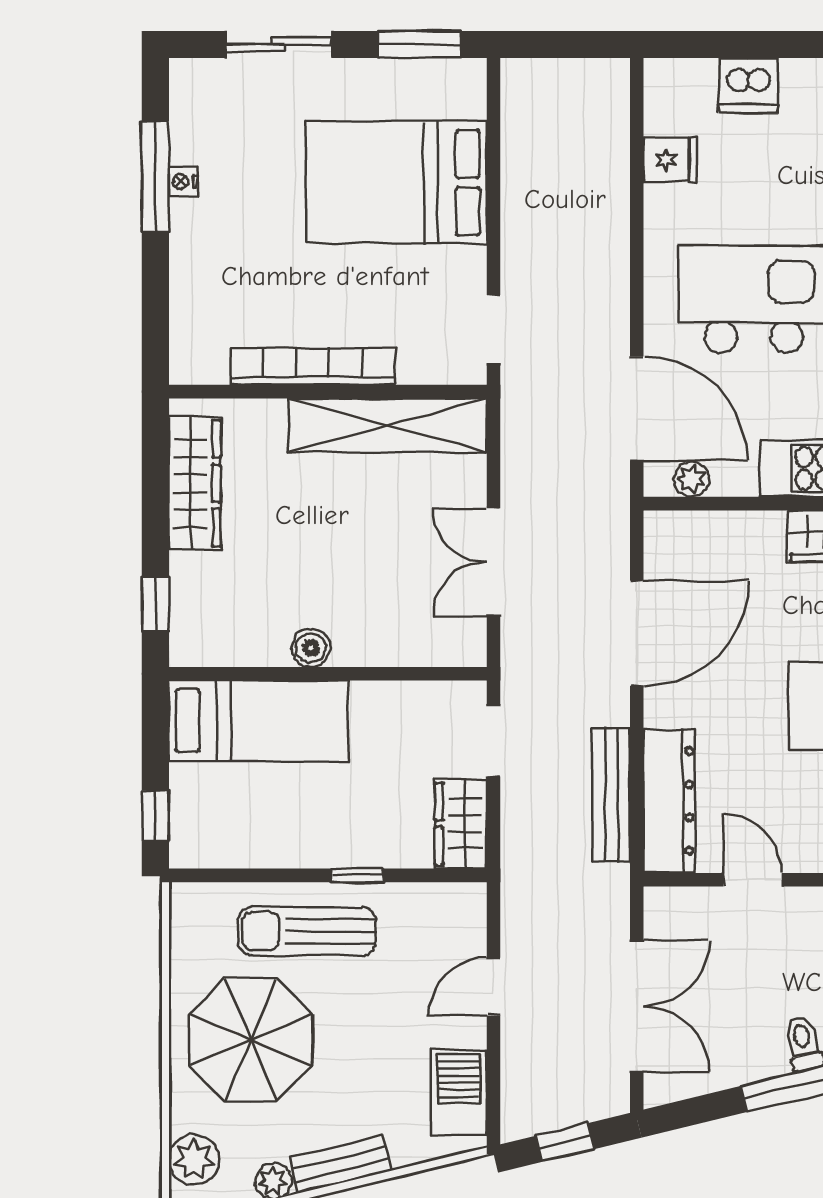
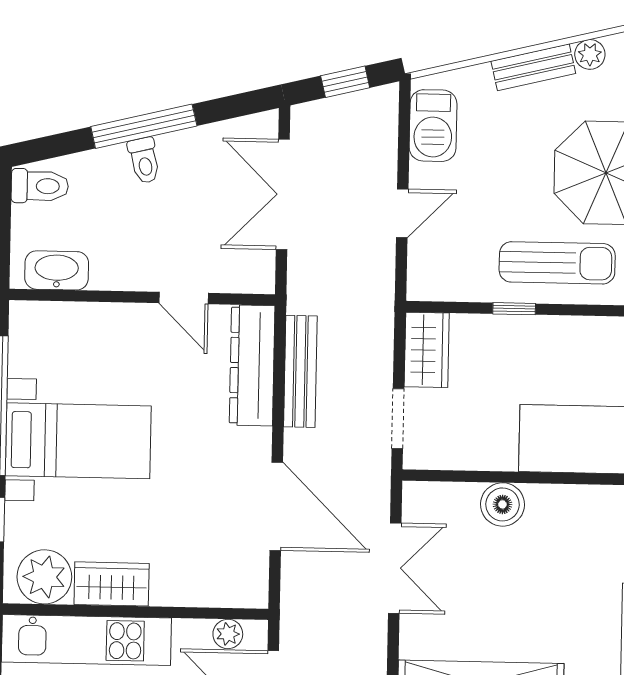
door: (637, 633) -> (276, 506), swing flipped
boiler: (311, 648) -> (503, 504), moved, width x1.36, depth x1.36

